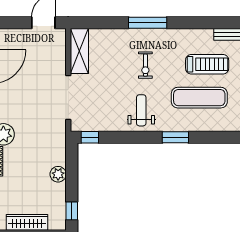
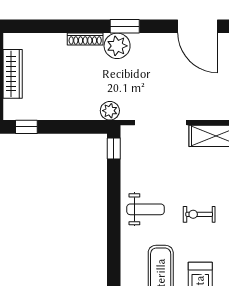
window: (175, 137) -> (114, 250), removed
plant: (58, 174) -> (110, 111), moved

